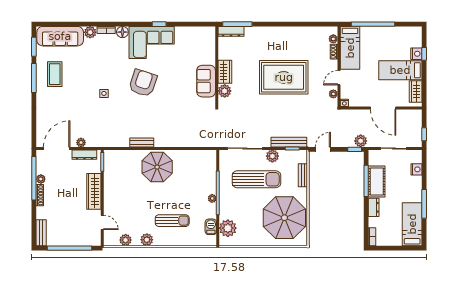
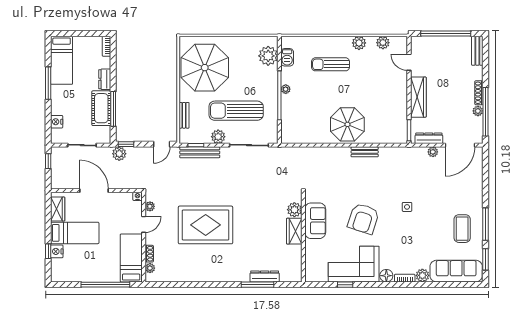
wall: (217, 66) -> (303, 237), moved
wardrobe: (225, 72) -> (294, 231), moved
sofa: (206, 81) -> (315, 221), moved
plant: (225, 91) -> (294, 210), moved

